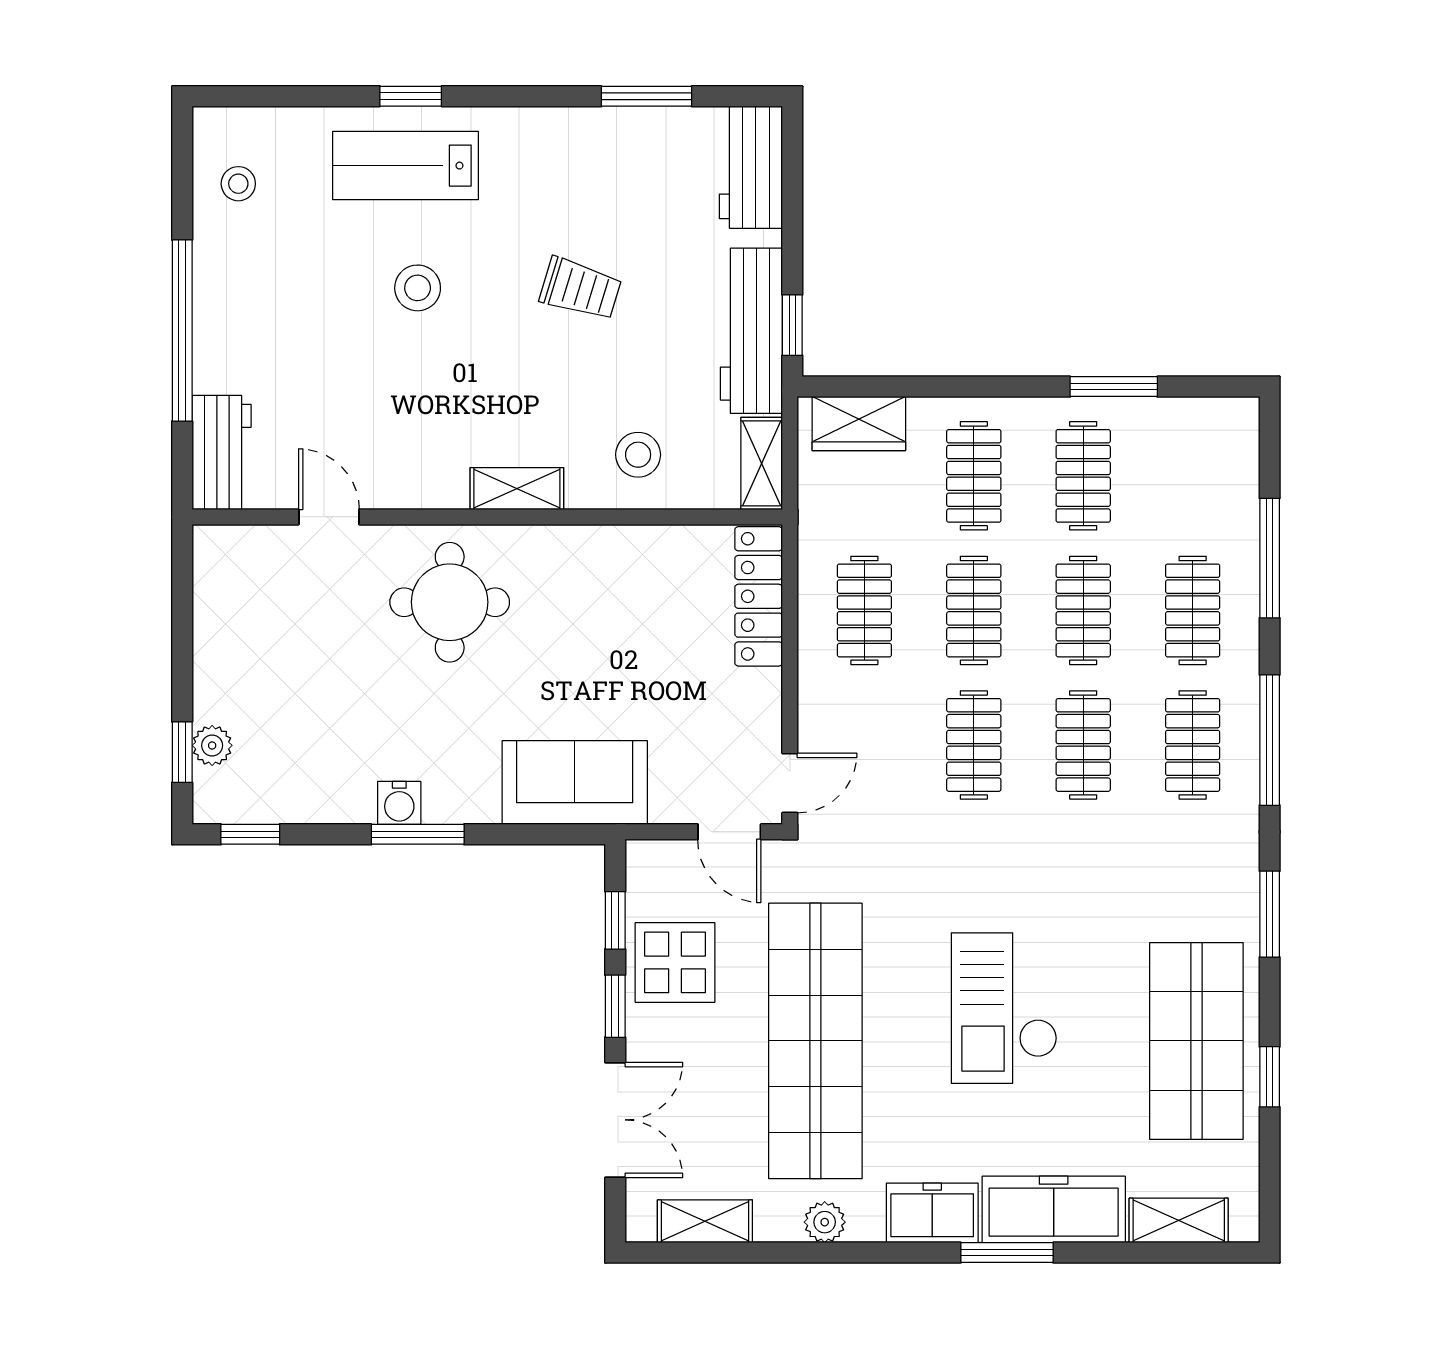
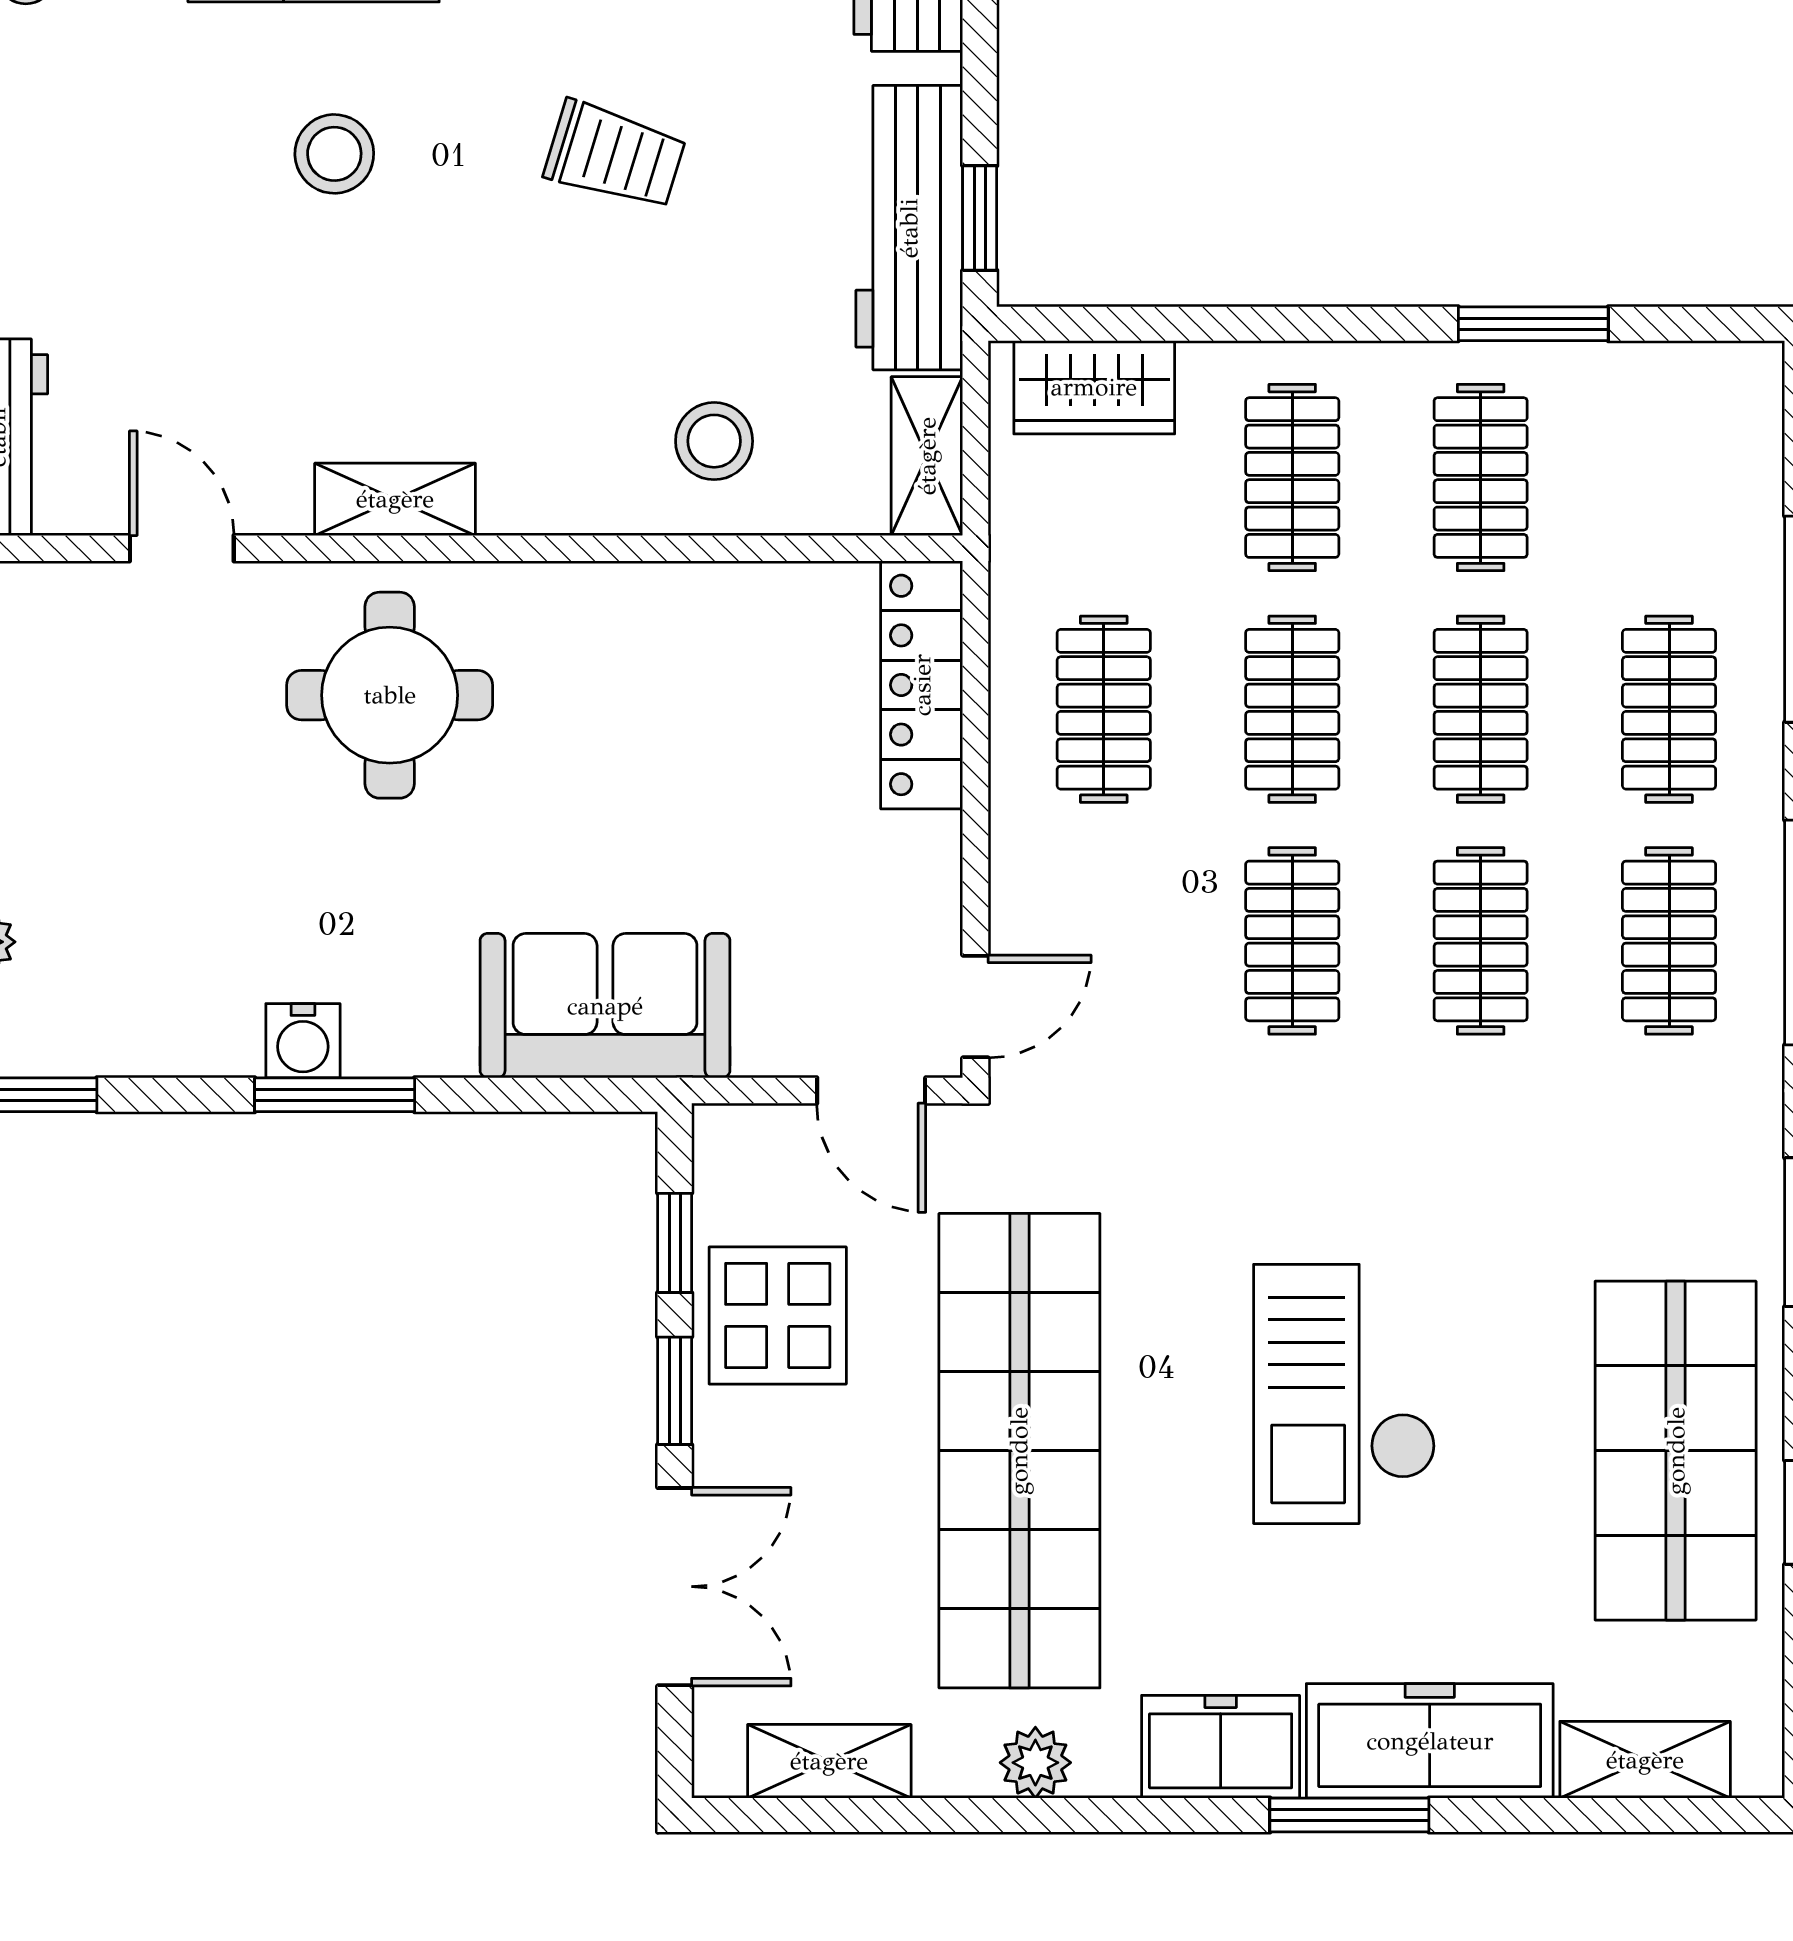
shelving: (517, 489) -> (395, 499), moved

